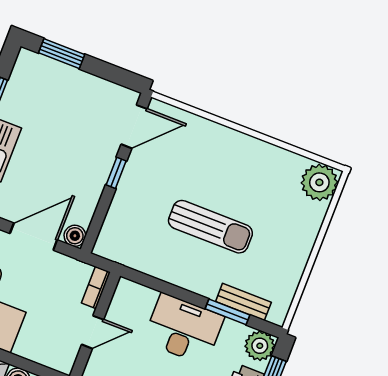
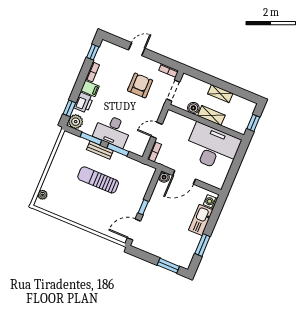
plant: (319, 182) -> (42, 195), width x0.53, depth x0.53
window: (171, 290) -> (118, 150), added
bench: (243, 302) -> (100, 150), moved

